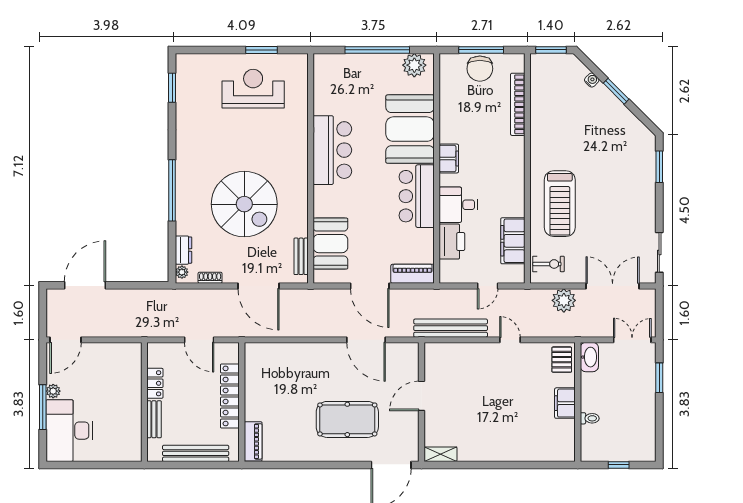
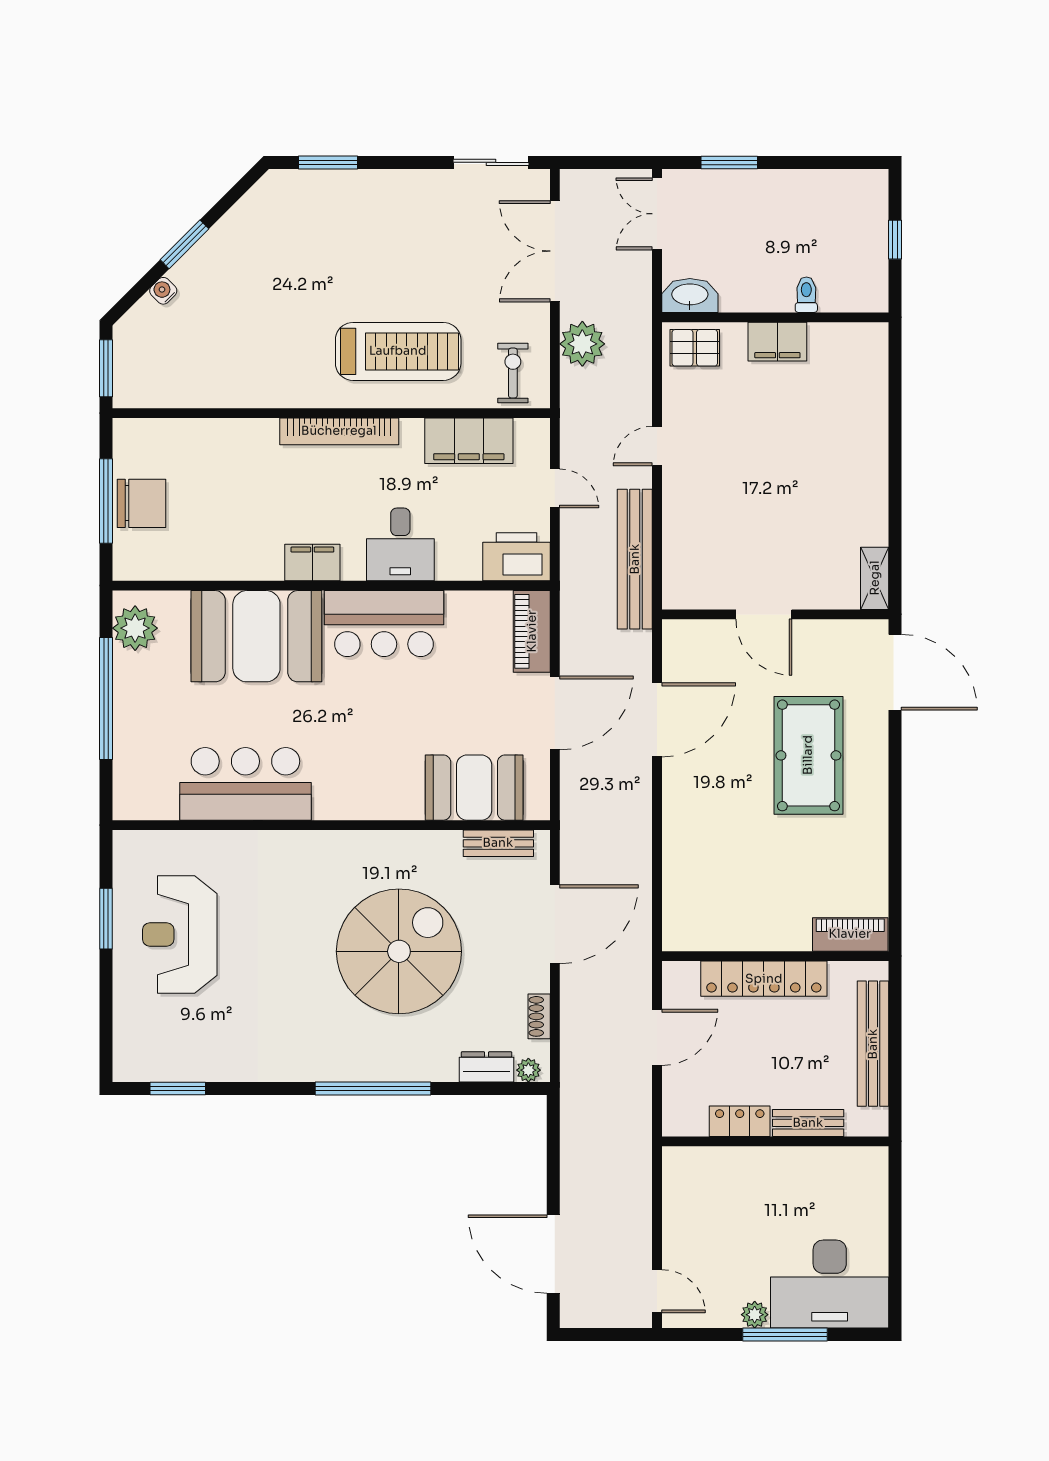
bookcase: (518, 104) -> (339, 431), moved
bar counter: (332, 150) -> (245, 784), moved
printer: (452, 242) -> (516, 557), moved
door: (65, 340) -> (657, 1291), width x0.73

